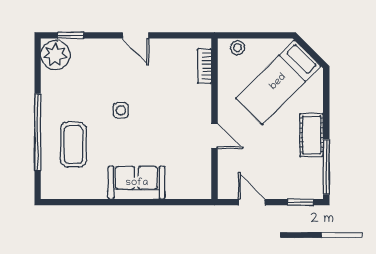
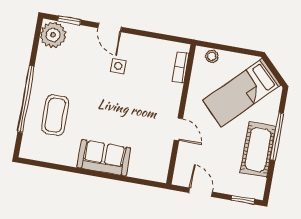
door: (135, 35) -> (110, 27), moved
side table: (121, 110) -> (118, 66), moved
cot: (312, 135) -> (258, 150), width x1.37, depth x1.34
window: (326, 167) -> (277, 136), moved

